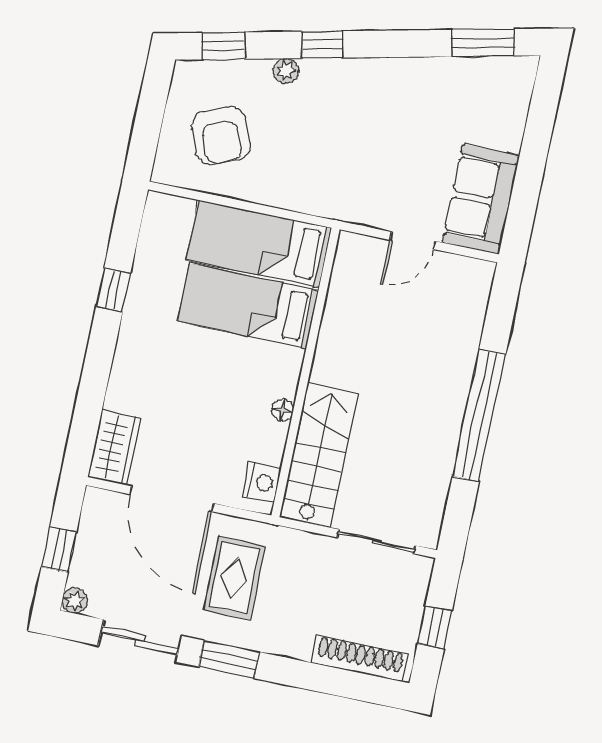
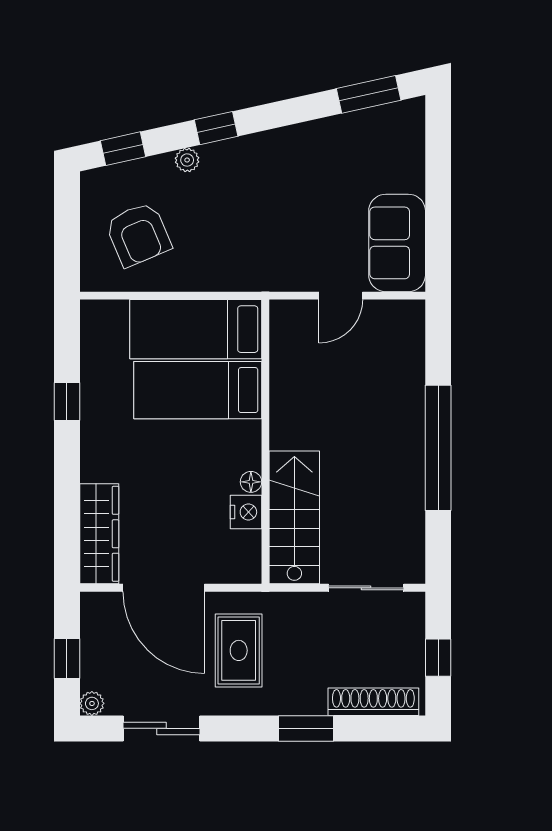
wardrobe: (114, 447) -> (99, 534), width x1.50
nightstand: (262, 482) -> (246, 512), moved
window: (229, 659) -> (306, 728), moved

